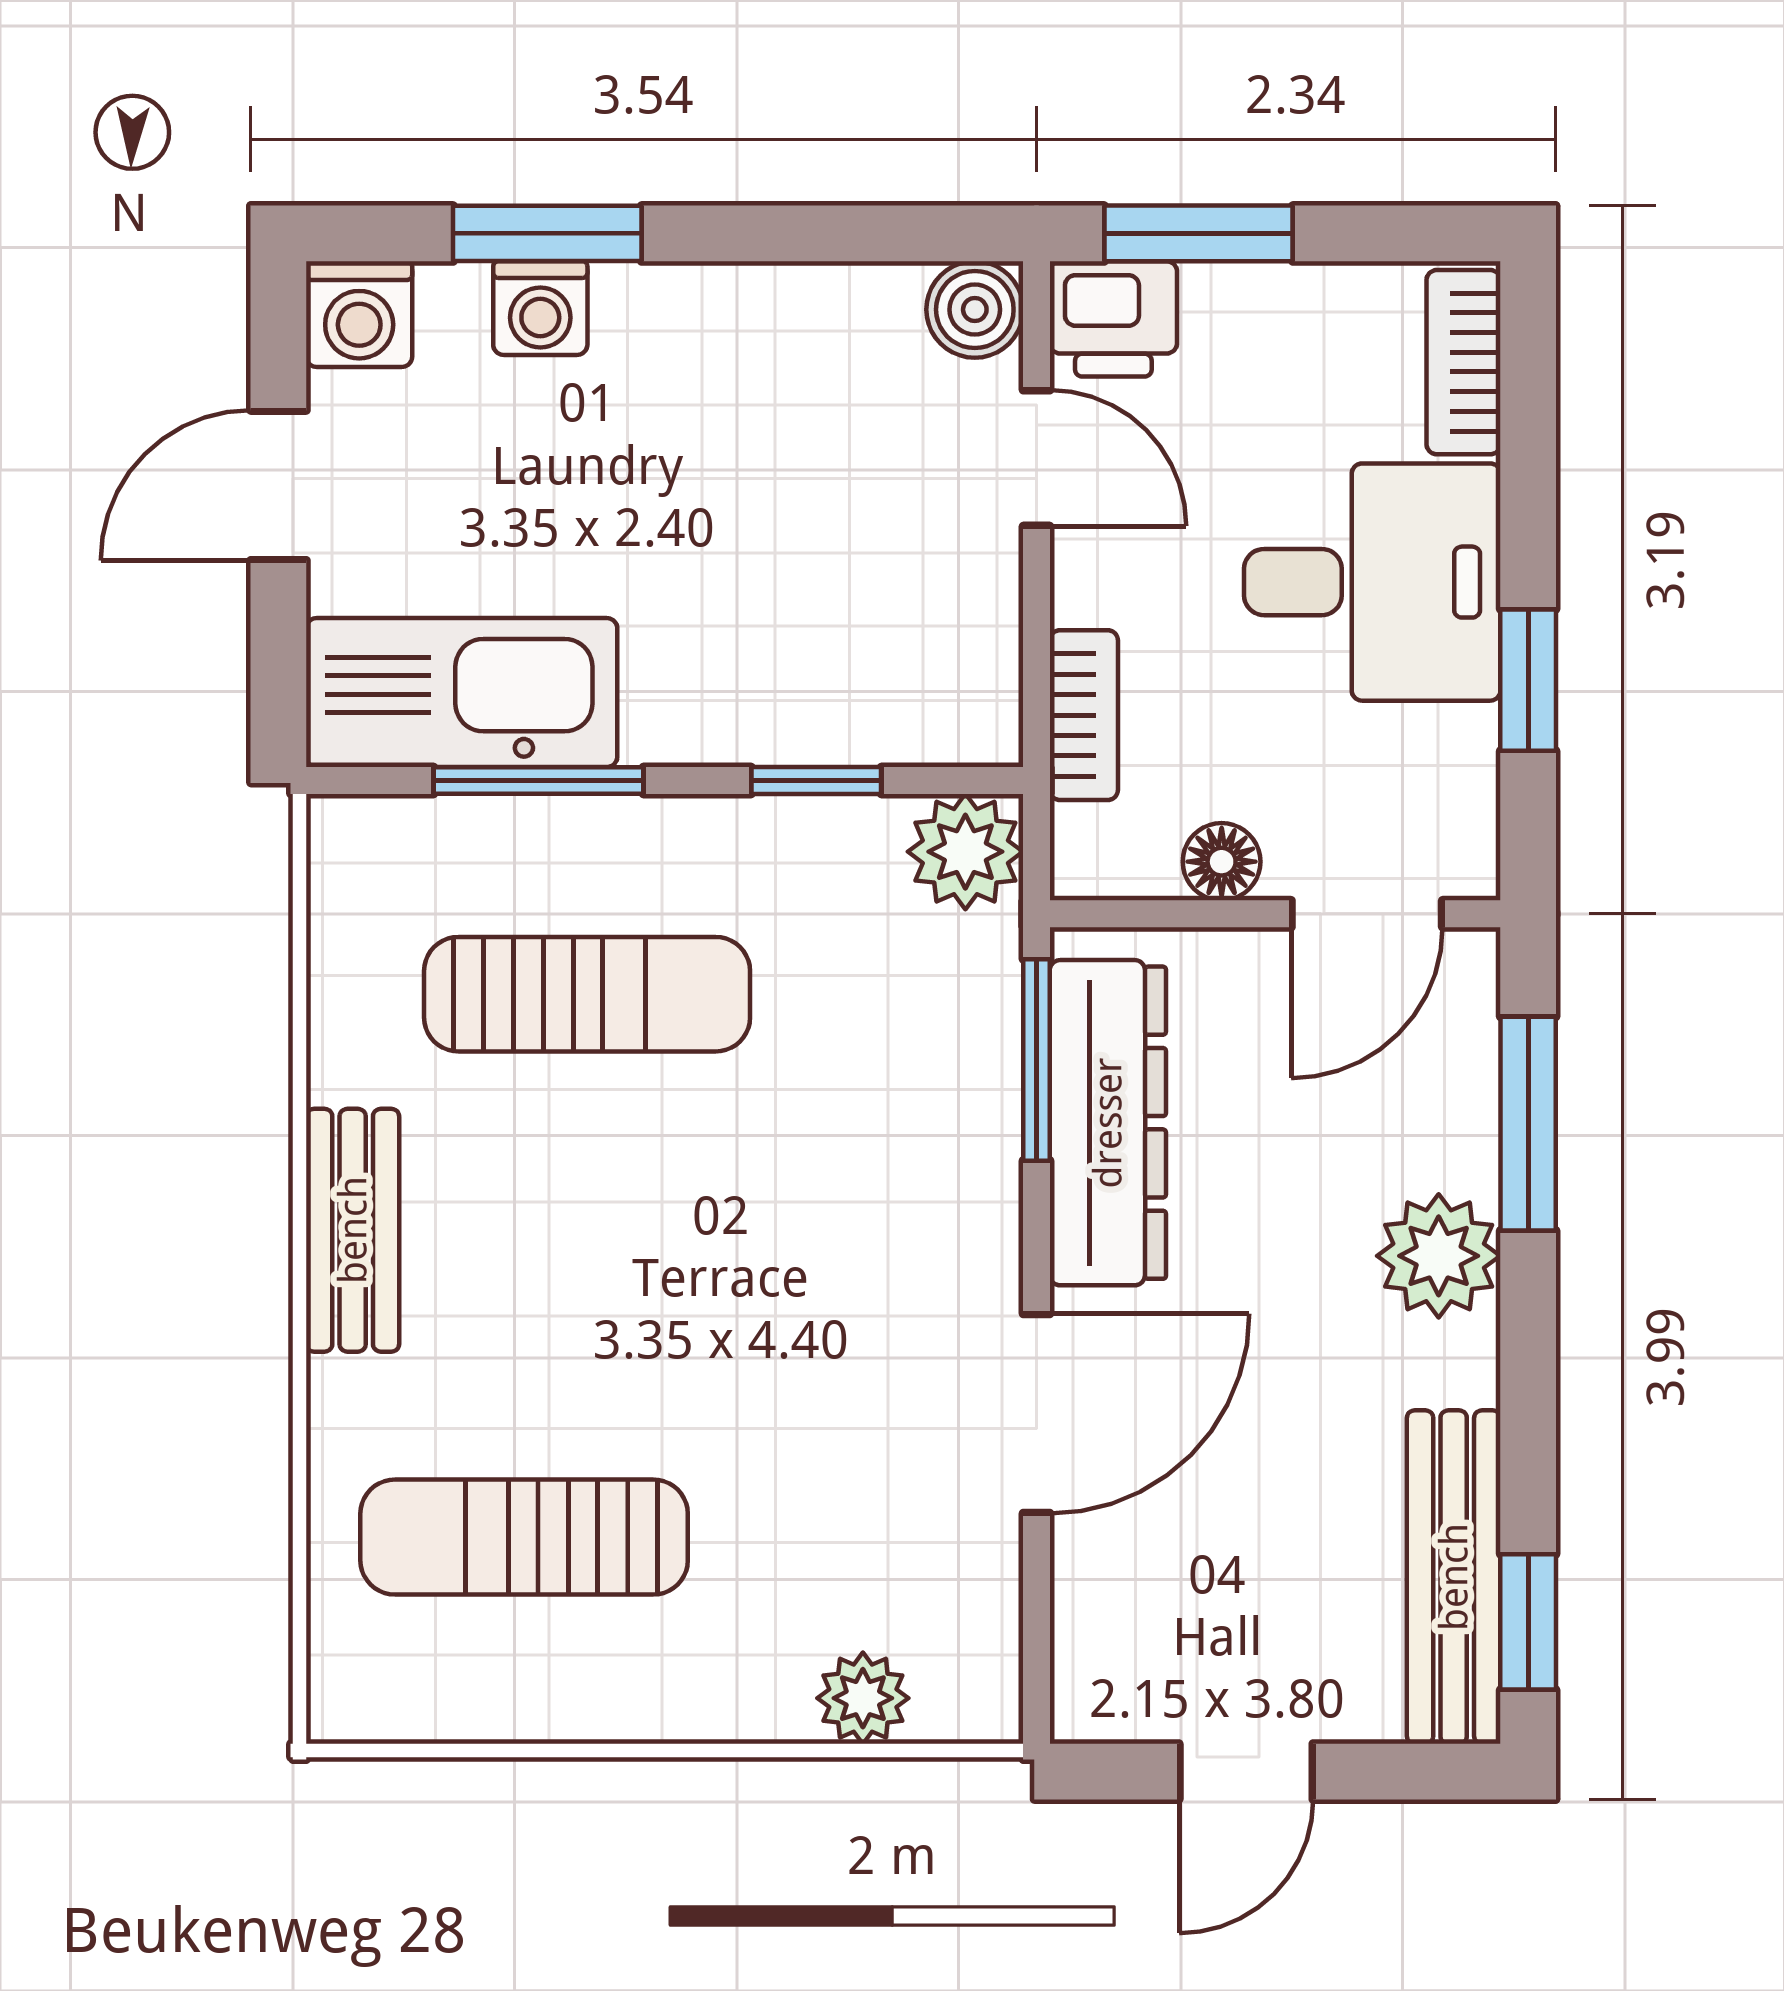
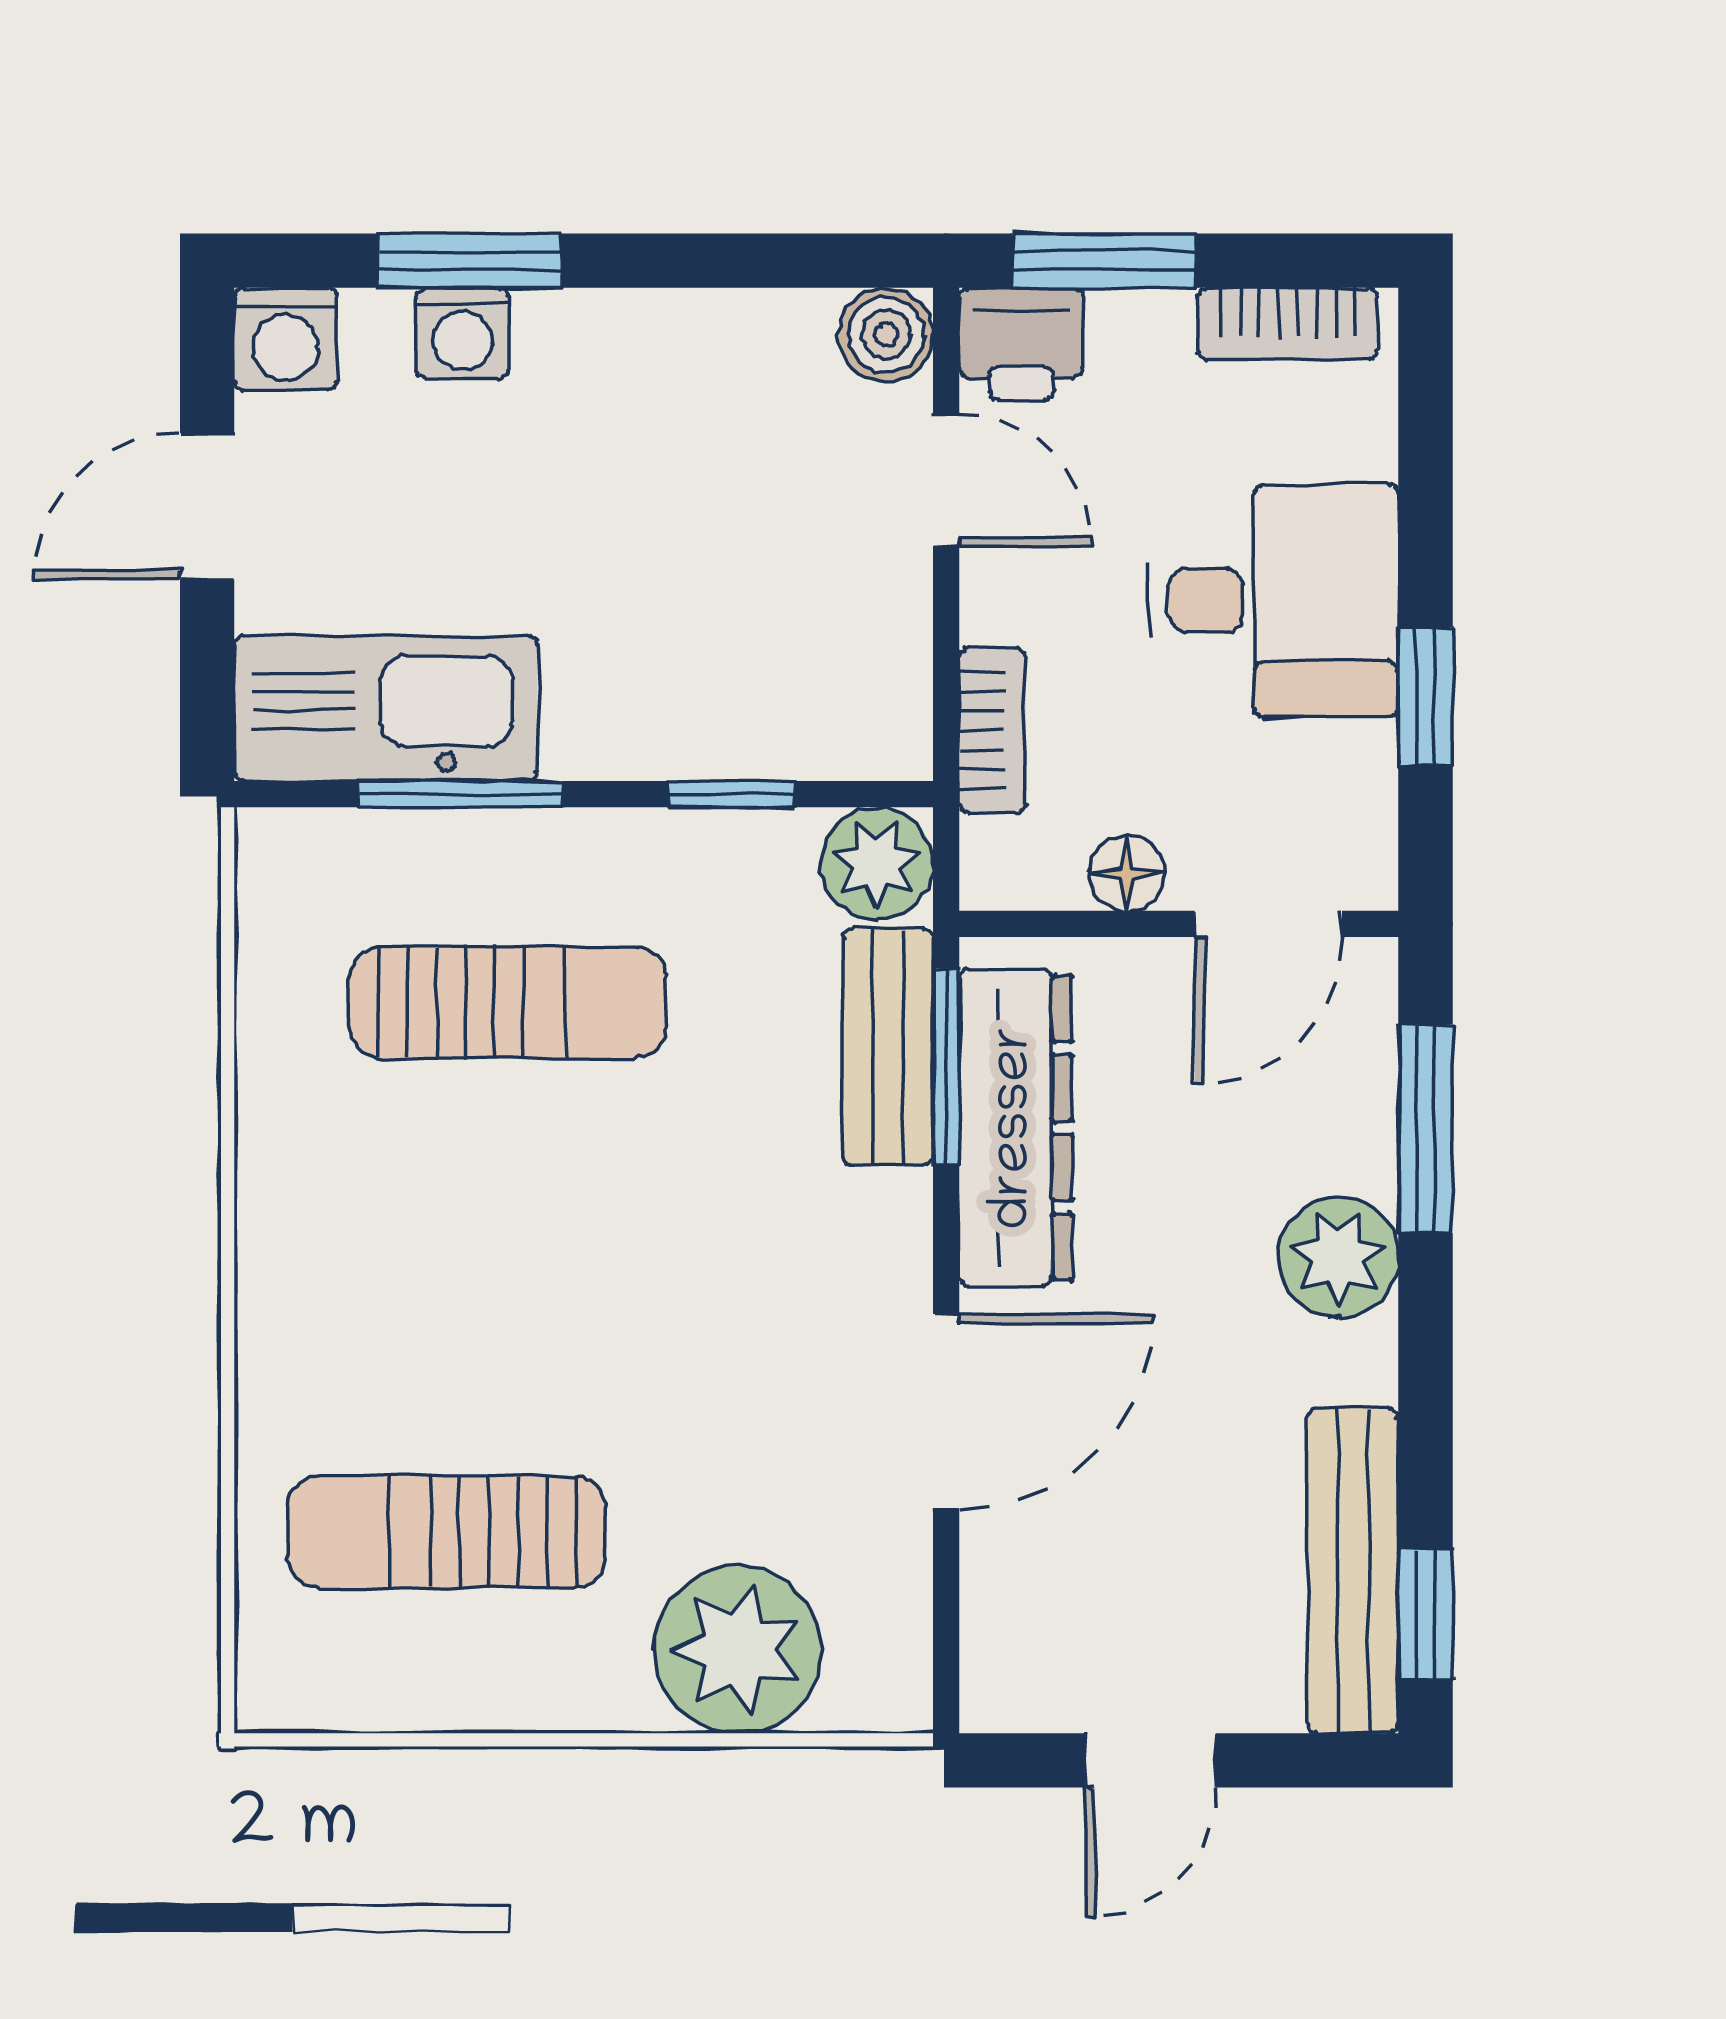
bookcase: (1463, 362) -> (1288, 324), moved, turned -90
bench: (353, 1230) -> (888, 1047), moved
plant: (863, 1698) -> (738, 1650), width x1.87, depth x1.87

